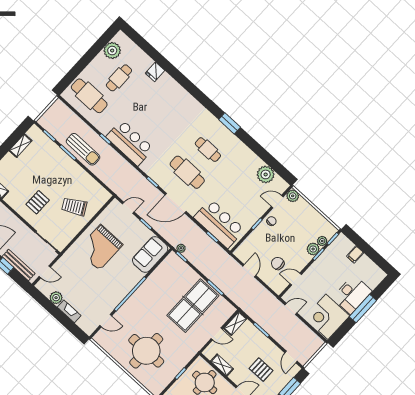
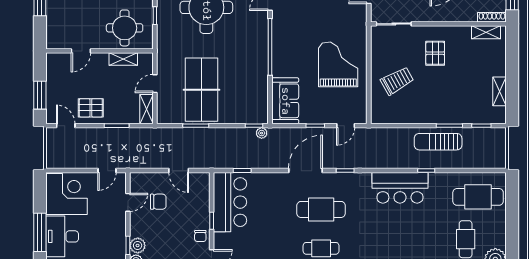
bar counter: (219, 224) -> (230, 202), moved, turned -90
pallet: (261, 370) -> (91, 108), moved

